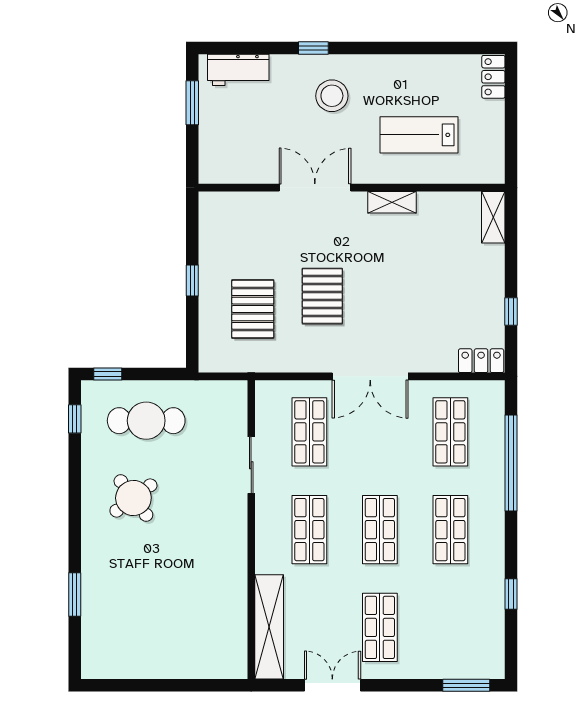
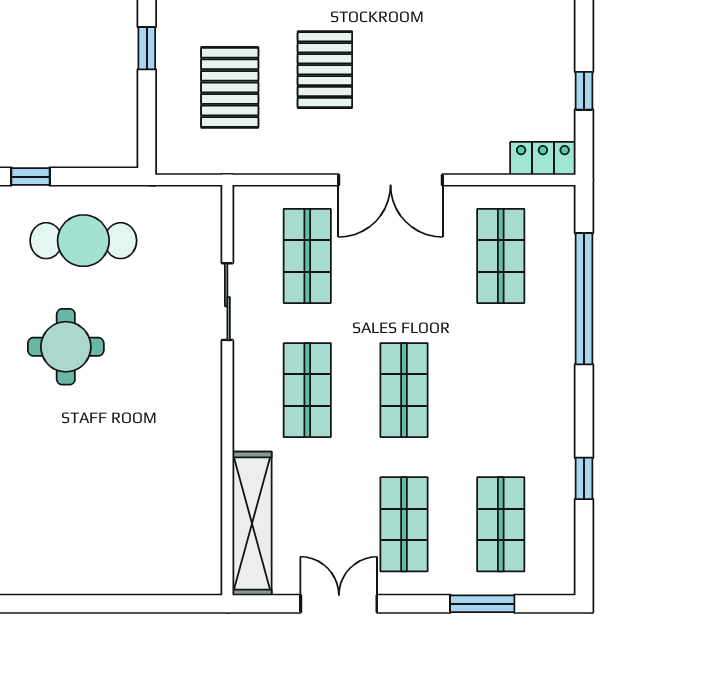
round table: (133, 498) -> (66, 347), turned 37
shop shelf: (450, 530) -> (501, 524), moved
window: (466, 685) -> (482, 604), moved

